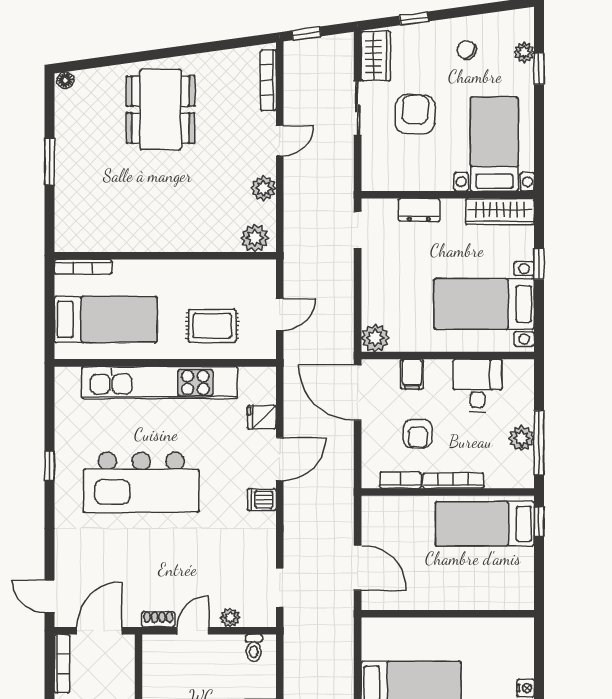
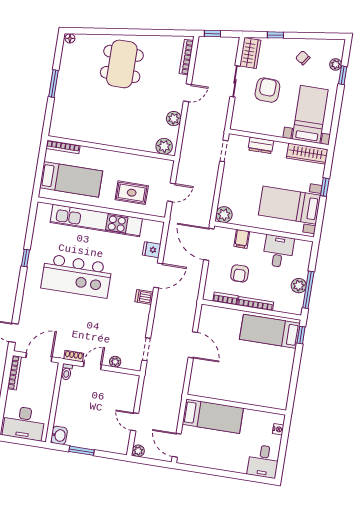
wall: (448, 614) -> (236, 405), moved
toilet: (254, 648) -> (67, 372), moved

